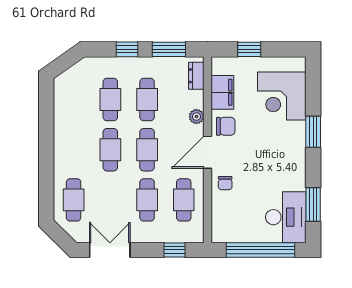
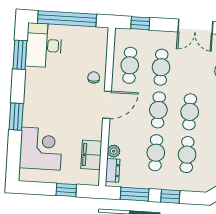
plant: (196, 117) -> (114, 151), moved
chair: (226, 126) -> (90, 126), removed

